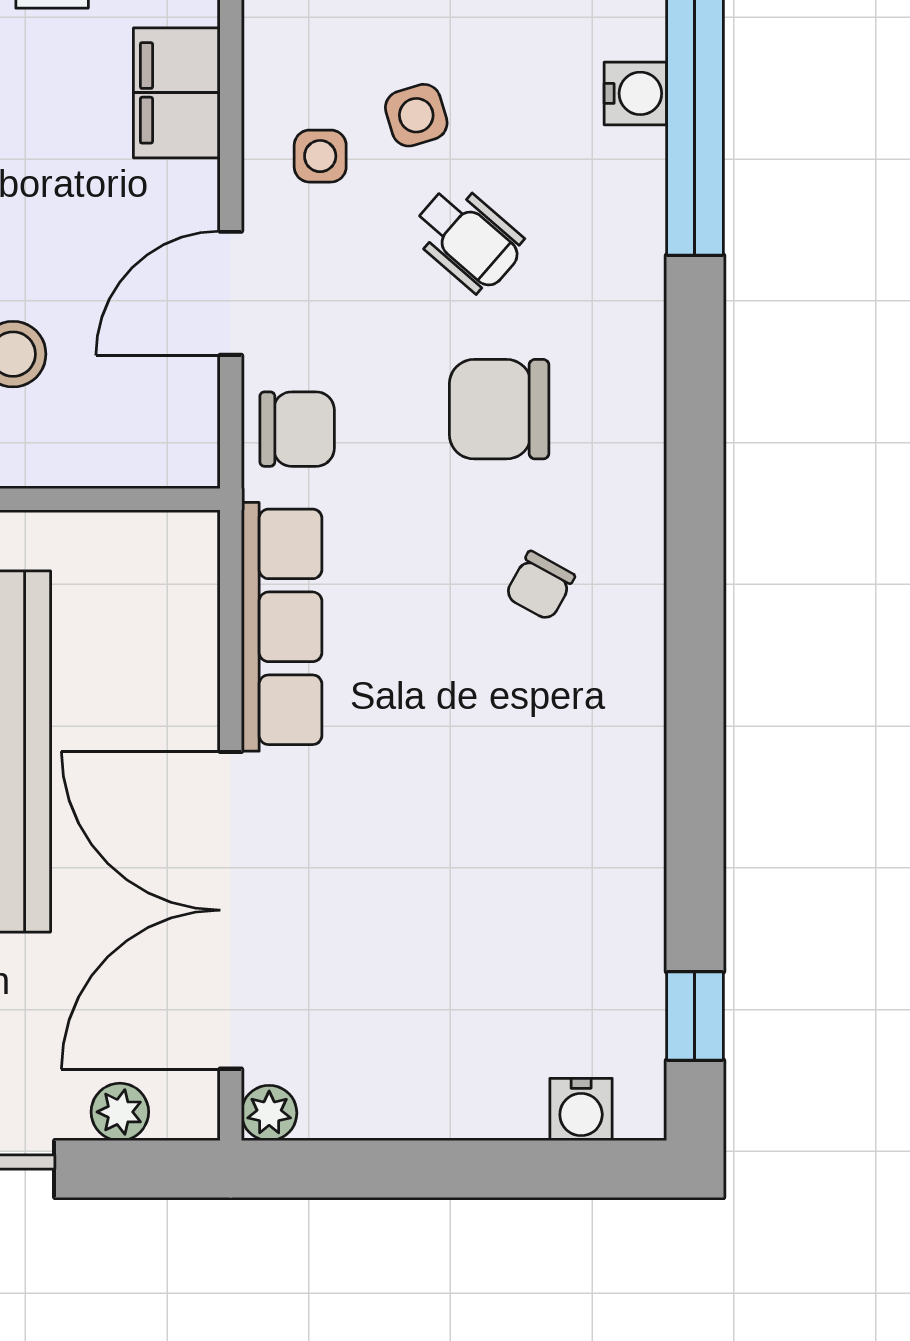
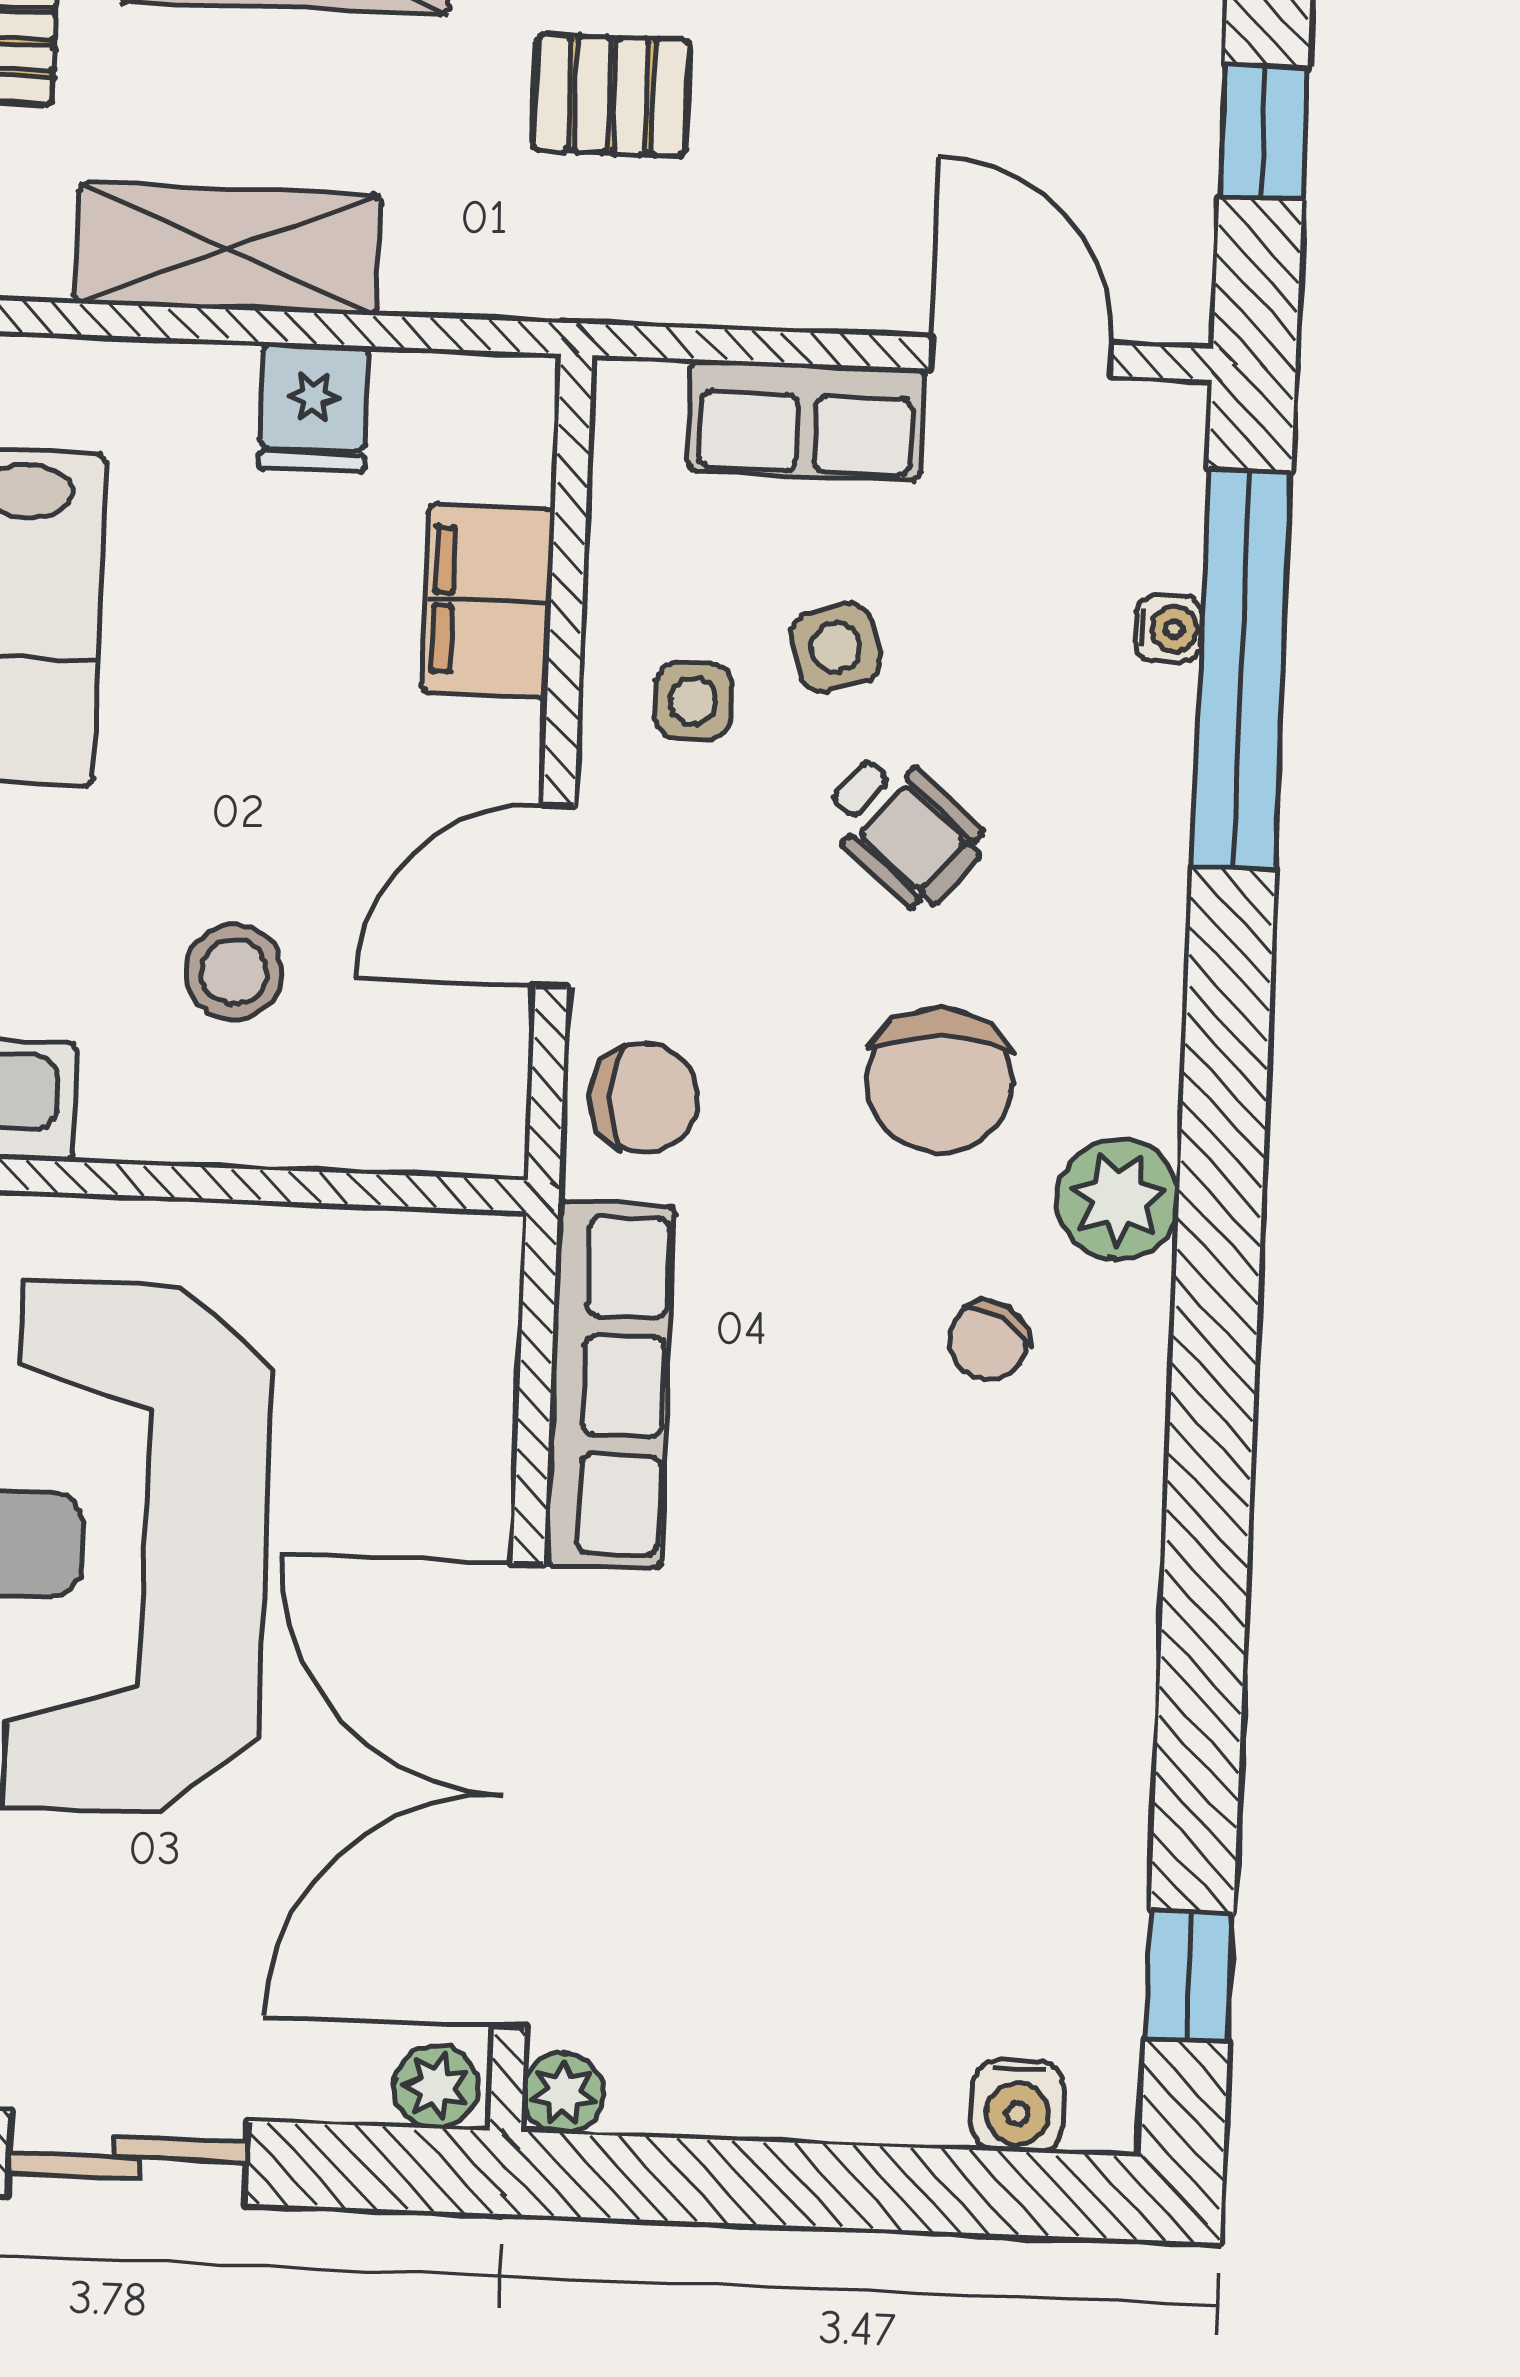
water cooler: (635, 93) -> (1169, 629), width x0.72, depth x0.72
chair: (499, 409) -> (939, 1081), turned -90
plant: (625, 485) -> (1118, 1199), added
plant: (120, 1112) -> (436, 2087), moved

